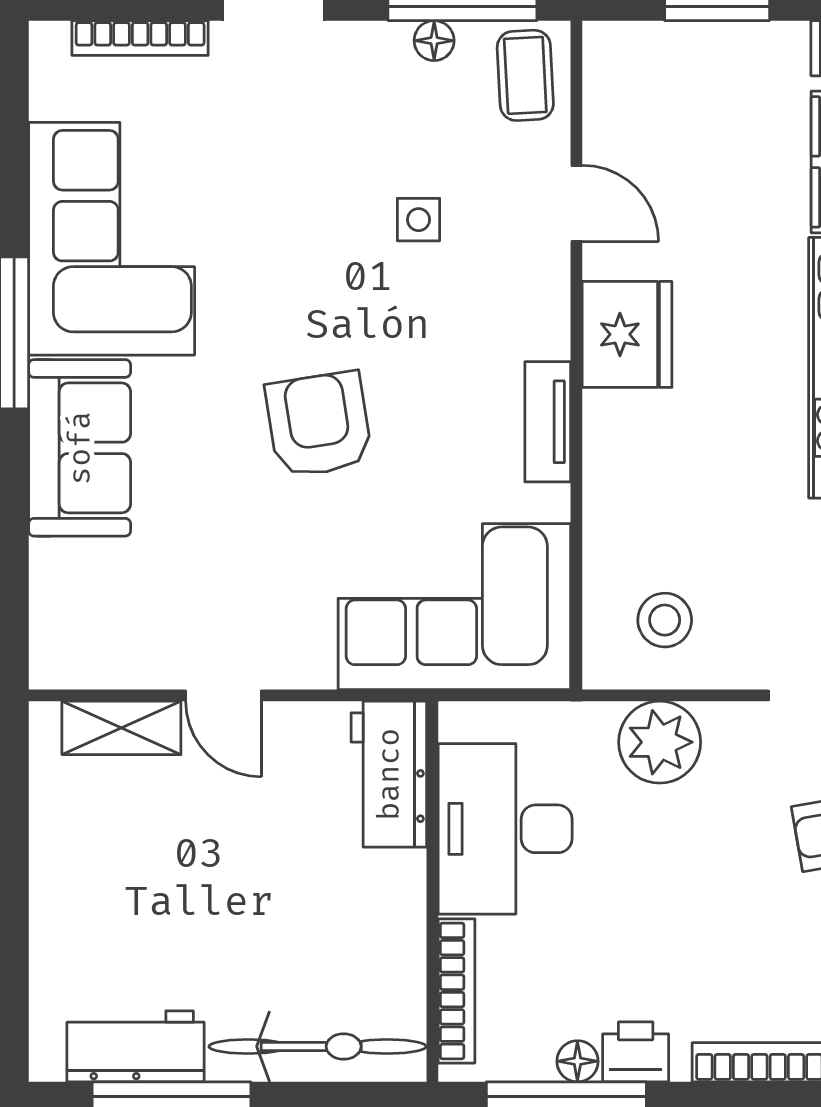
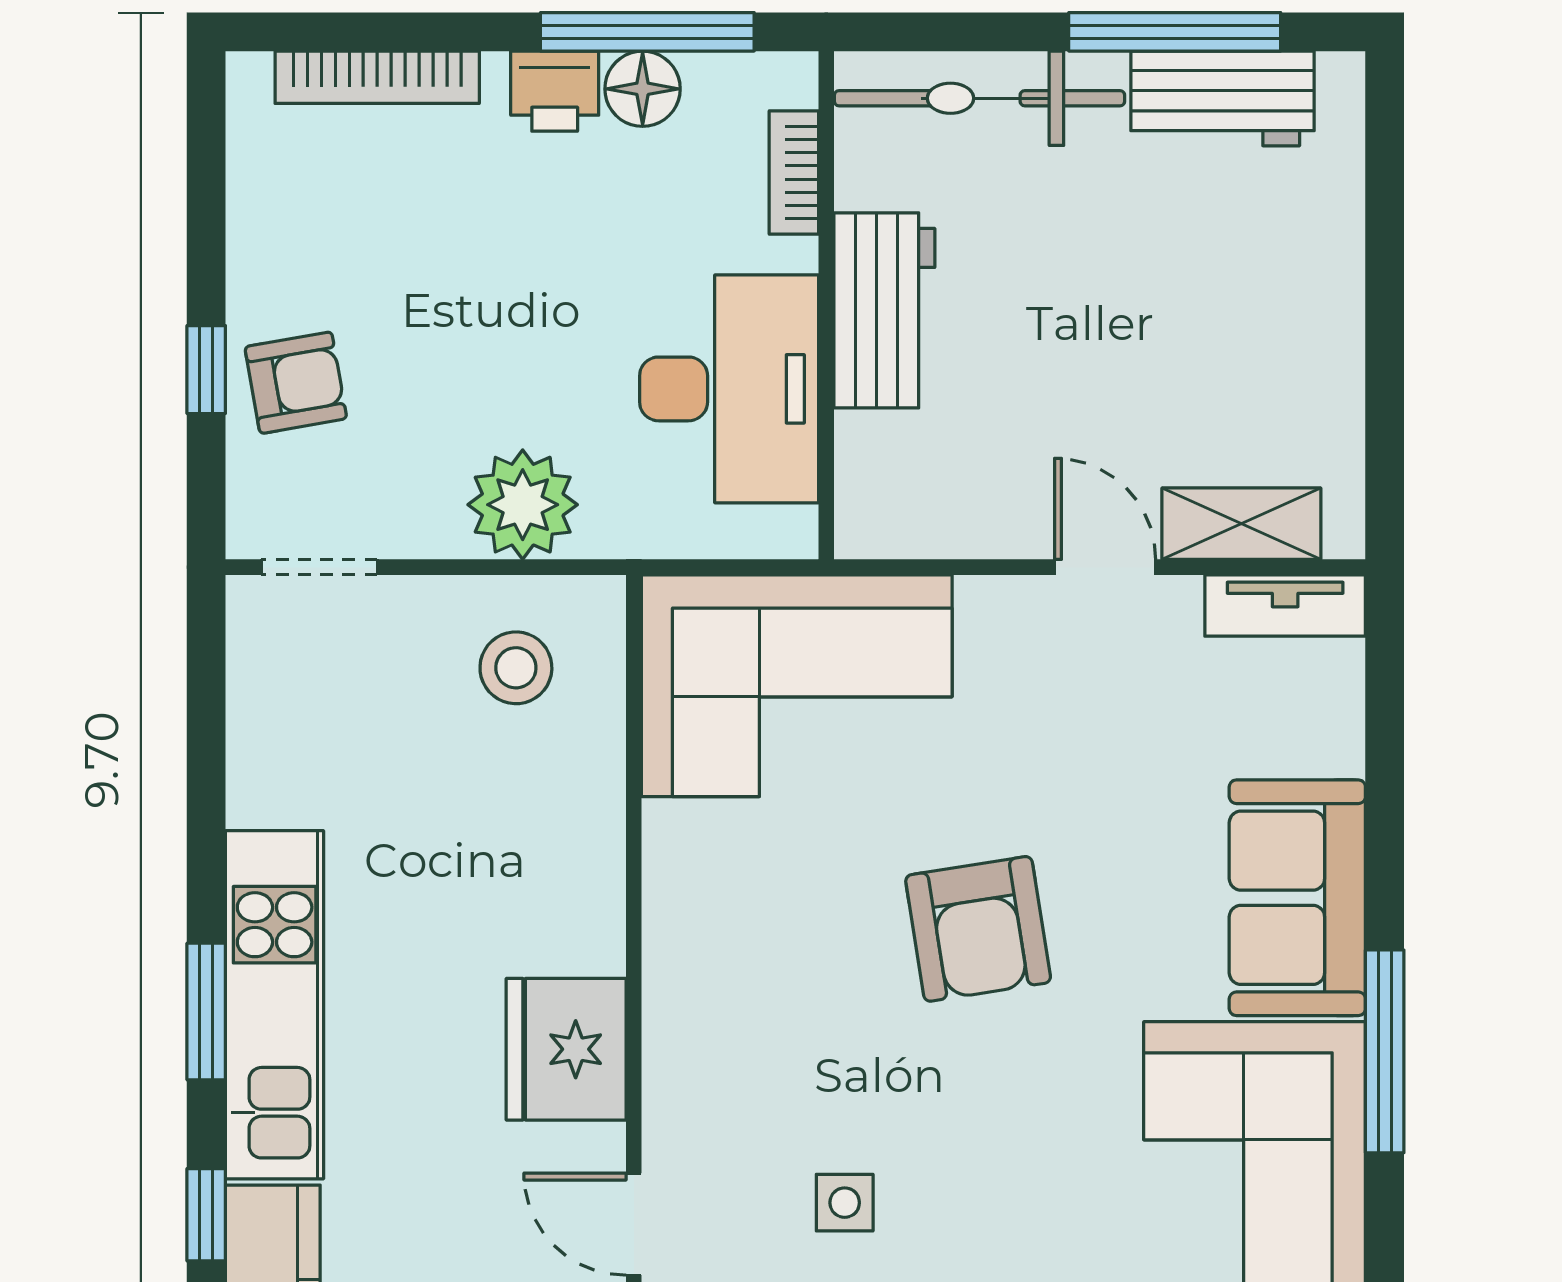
tv unit: (548, 422) -> (1285, 606), moved, turned 90
workbench: (389, 774) -> (884, 310), moved
bookcase: (457, 991) -> (794, 172), width x0.64
floor lamp: (577, 1061) -> (643, 89), width x1.37, depth x1.37

